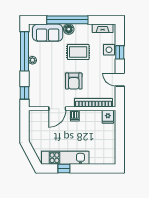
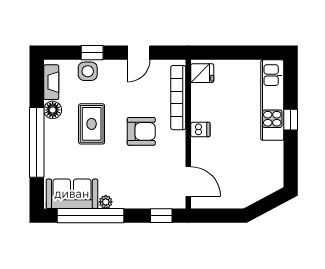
floor lamp: (69, 29) -> (53, 110), moved
sofa: (48, 33) -> (72, 194), moved, turned -90
door: (57, 109) -> (188, 181), moved
kitchen unit: (65, 158) -> (272, 100), moved
window: (64, 169) -> (291, 120), moved

